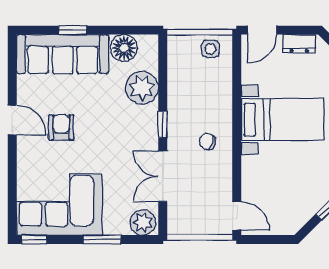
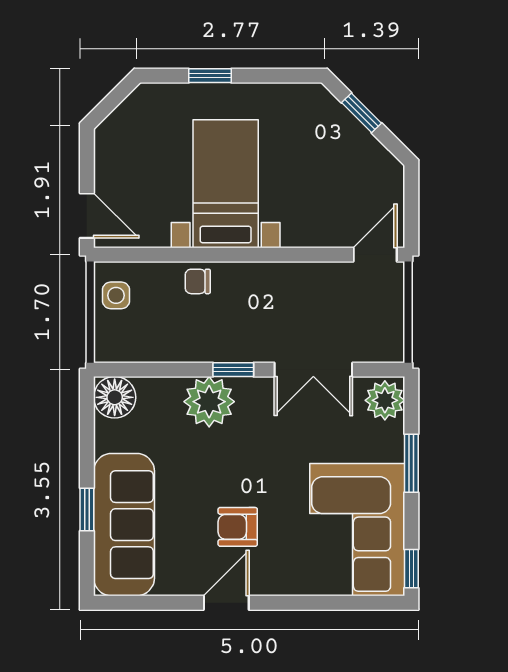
dresser: (299, 44) -> (108, 158), removed
floor lamp: (124, 48) -> (115, 397), moved
plant: (142, 88) -> (209, 402), moved
chair: (207, 141) -> (198, 281), moved, turned 74

